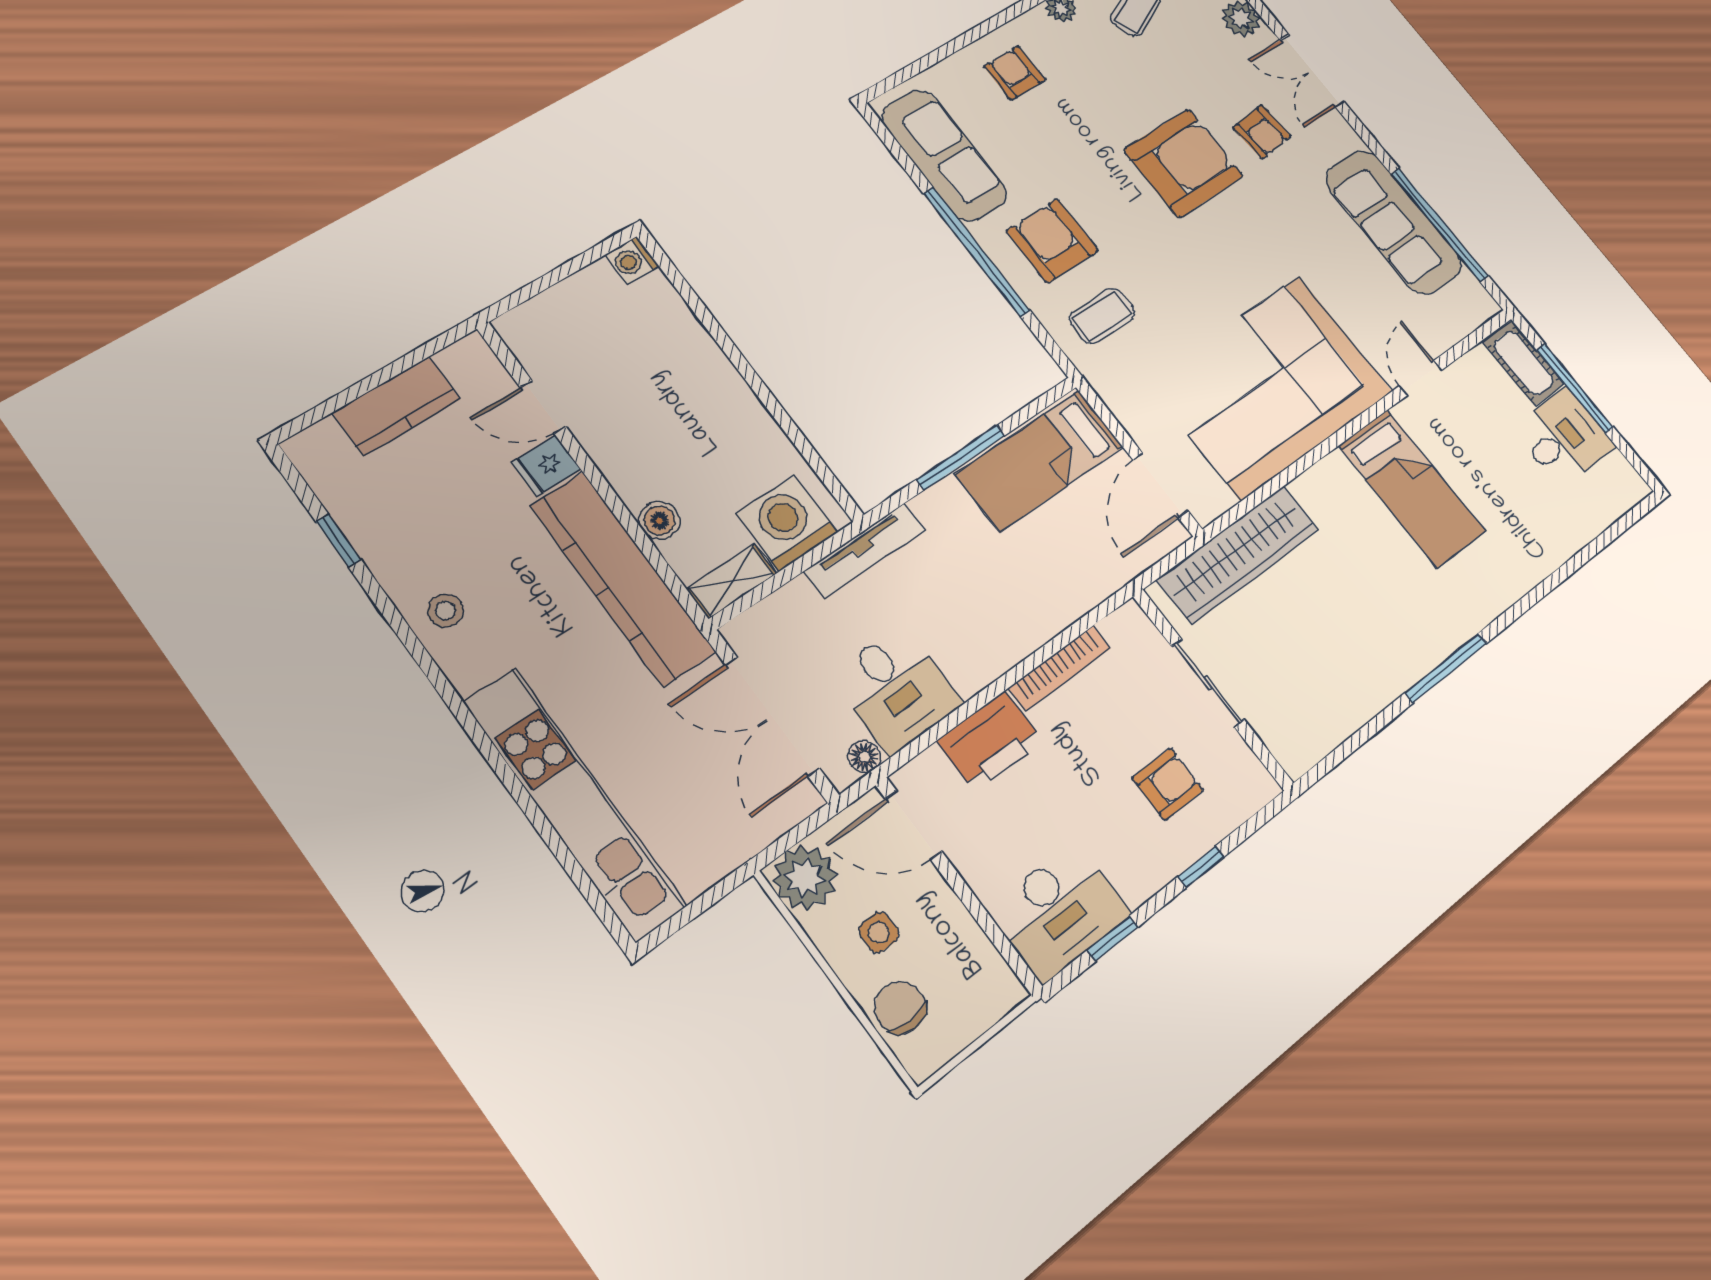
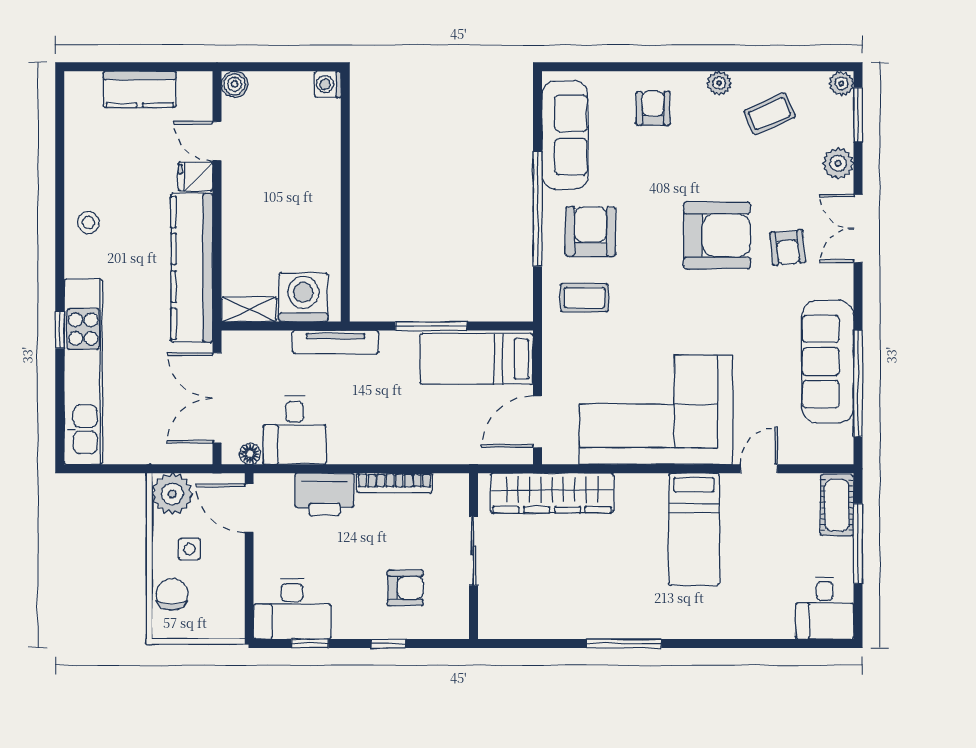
desk: (1564, 438) -> (825, 608), moved, turned 90
boiler: (659, 520) -> (235, 84), moved
window: (338, 540) -> (60, 330), moved

